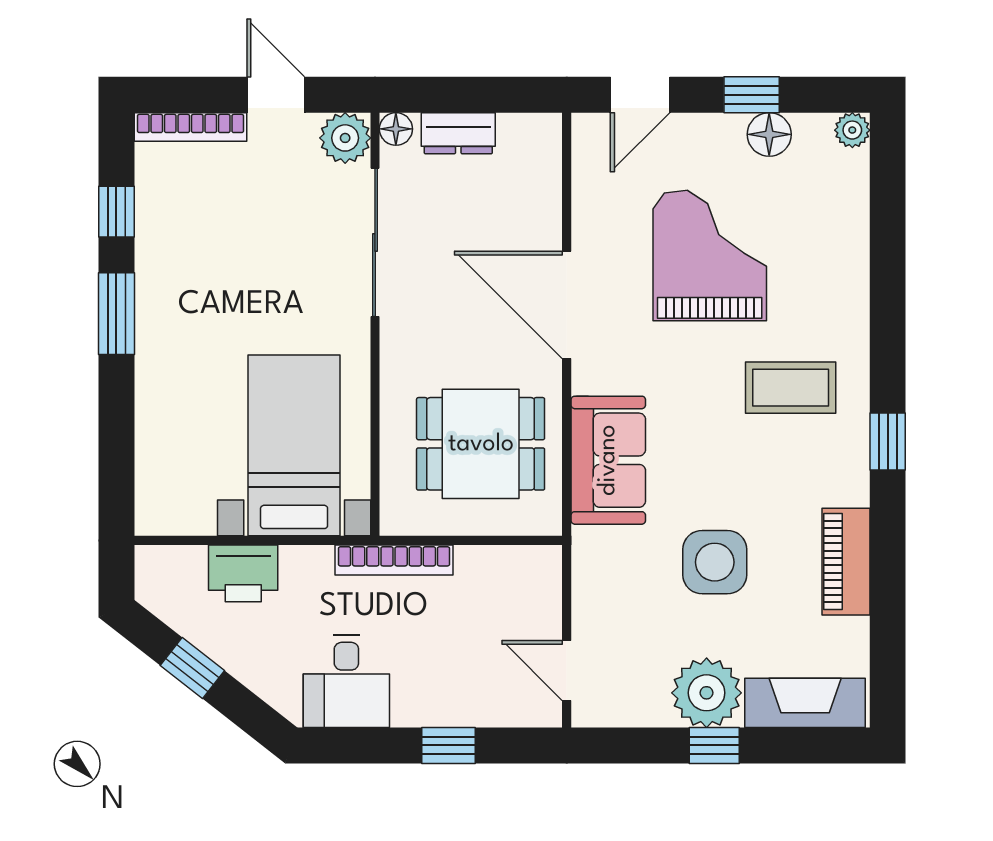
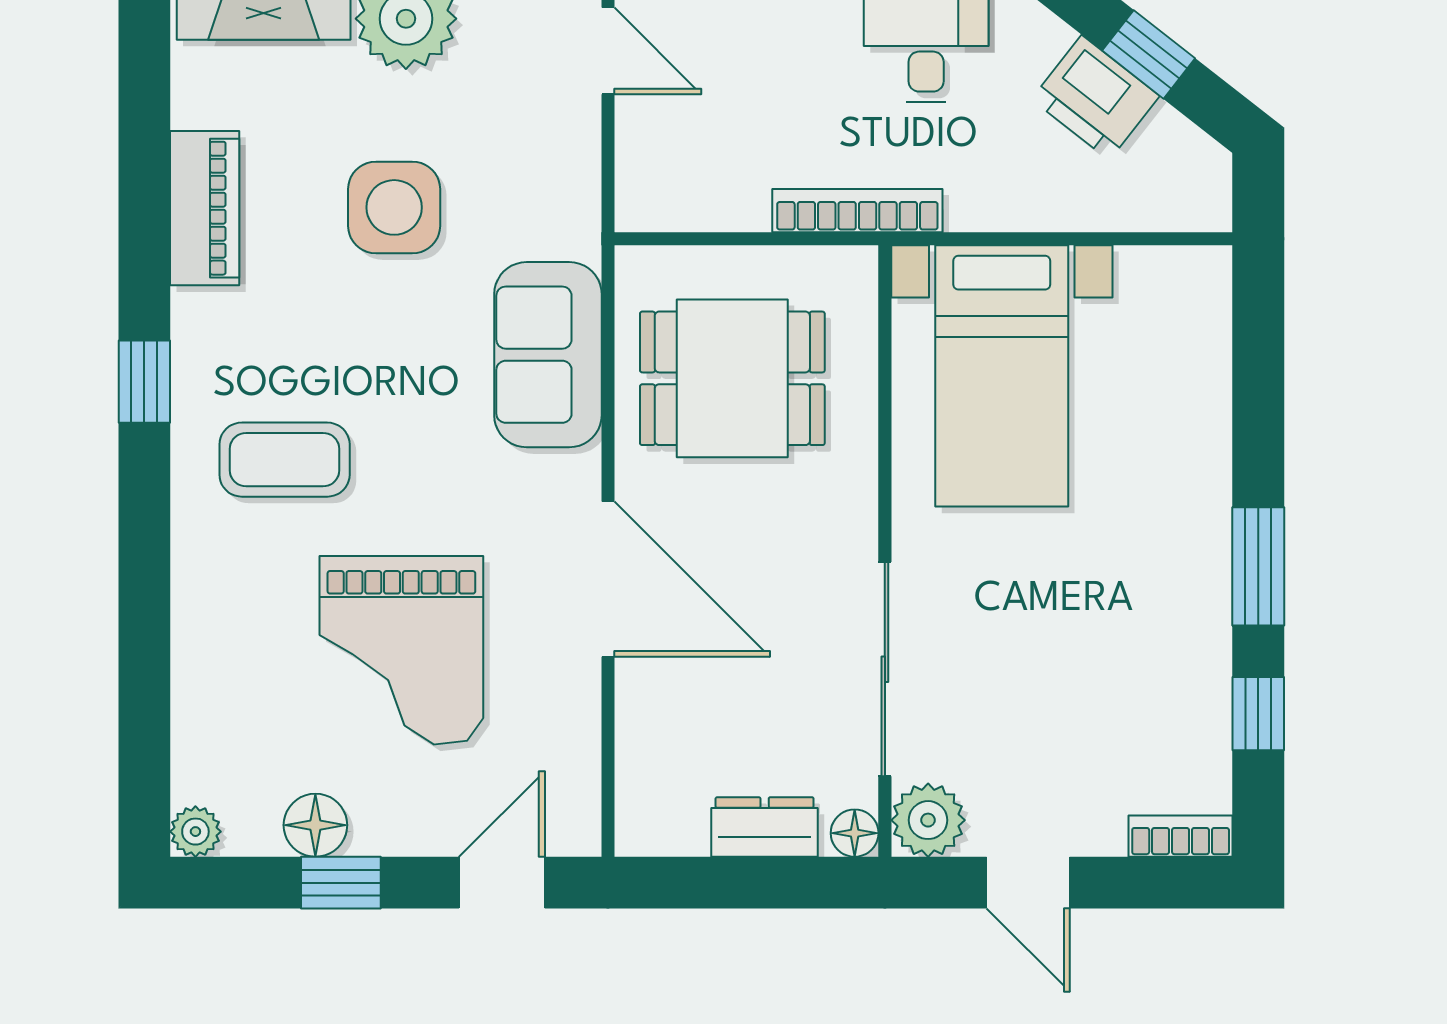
bookcase: (191, 127) -> (1181, 836), width x0.64
printer: (243, 573) -> (1095, 98), moved, turned -142

